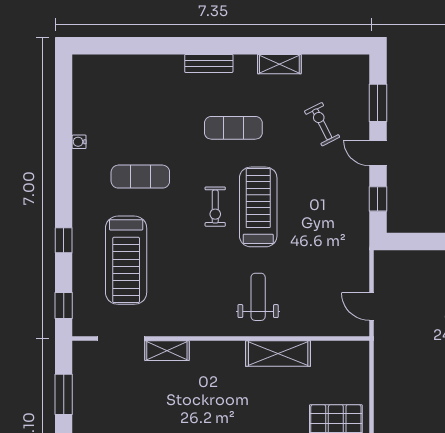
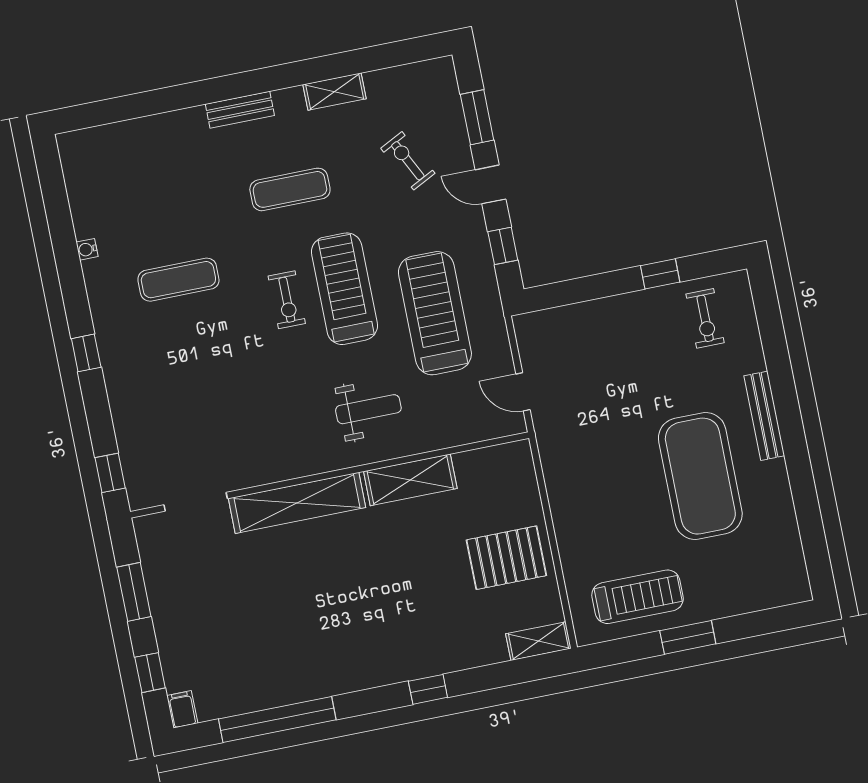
window: (64, 240) -> (86, 353), moved
treadmill: (126, 260) -> (435, 313), moved, turned 180
weight bench: (258, 297) -> (368, 409), turned 90
shelving: (167, 351) -> (297, 503), width x2.20, depth x1.33

